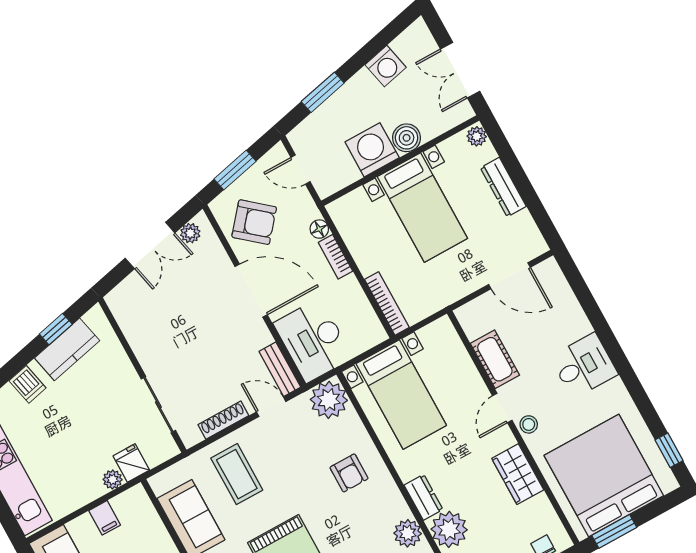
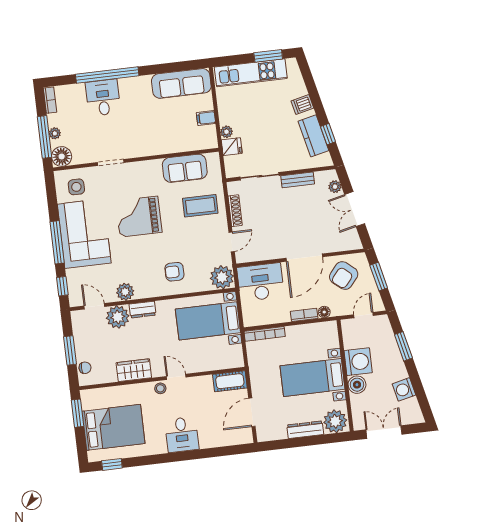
plant: (477, 136) -> (335, 421), width x1.87, depth x1.87
plant: (190, 233) -> (335, 187), moved
cot: (495, 359) -> (230, 381), moved
bench: (280, 369) -> (298, 180), moved
bed: (604, 476) -> (113, 427), width x0.73

